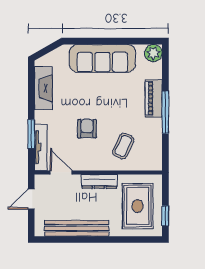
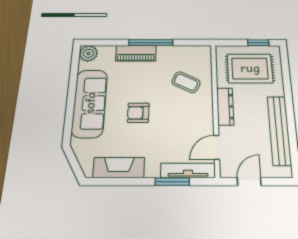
armchair: (87, 129) -> (138, 113), moved
door: (31, 199) -> (249, 182), swing flipped

